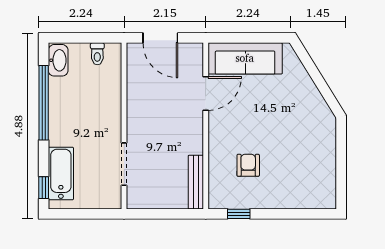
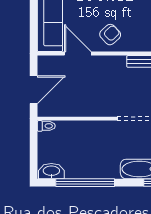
toilet: (97, 54) -> (46, 126), moved
armchair: (248, 165) -> (110, 35), moved, turned 137

